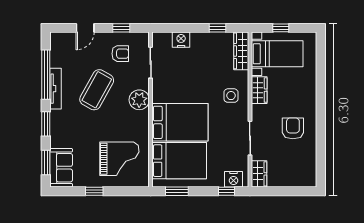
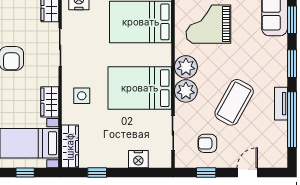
tv unit: (55, 89) -> (281, 104), width x0.71
plant: (139, 121) -> (186, 67), added
bed: (180, 122) -> (140, 88), moved

